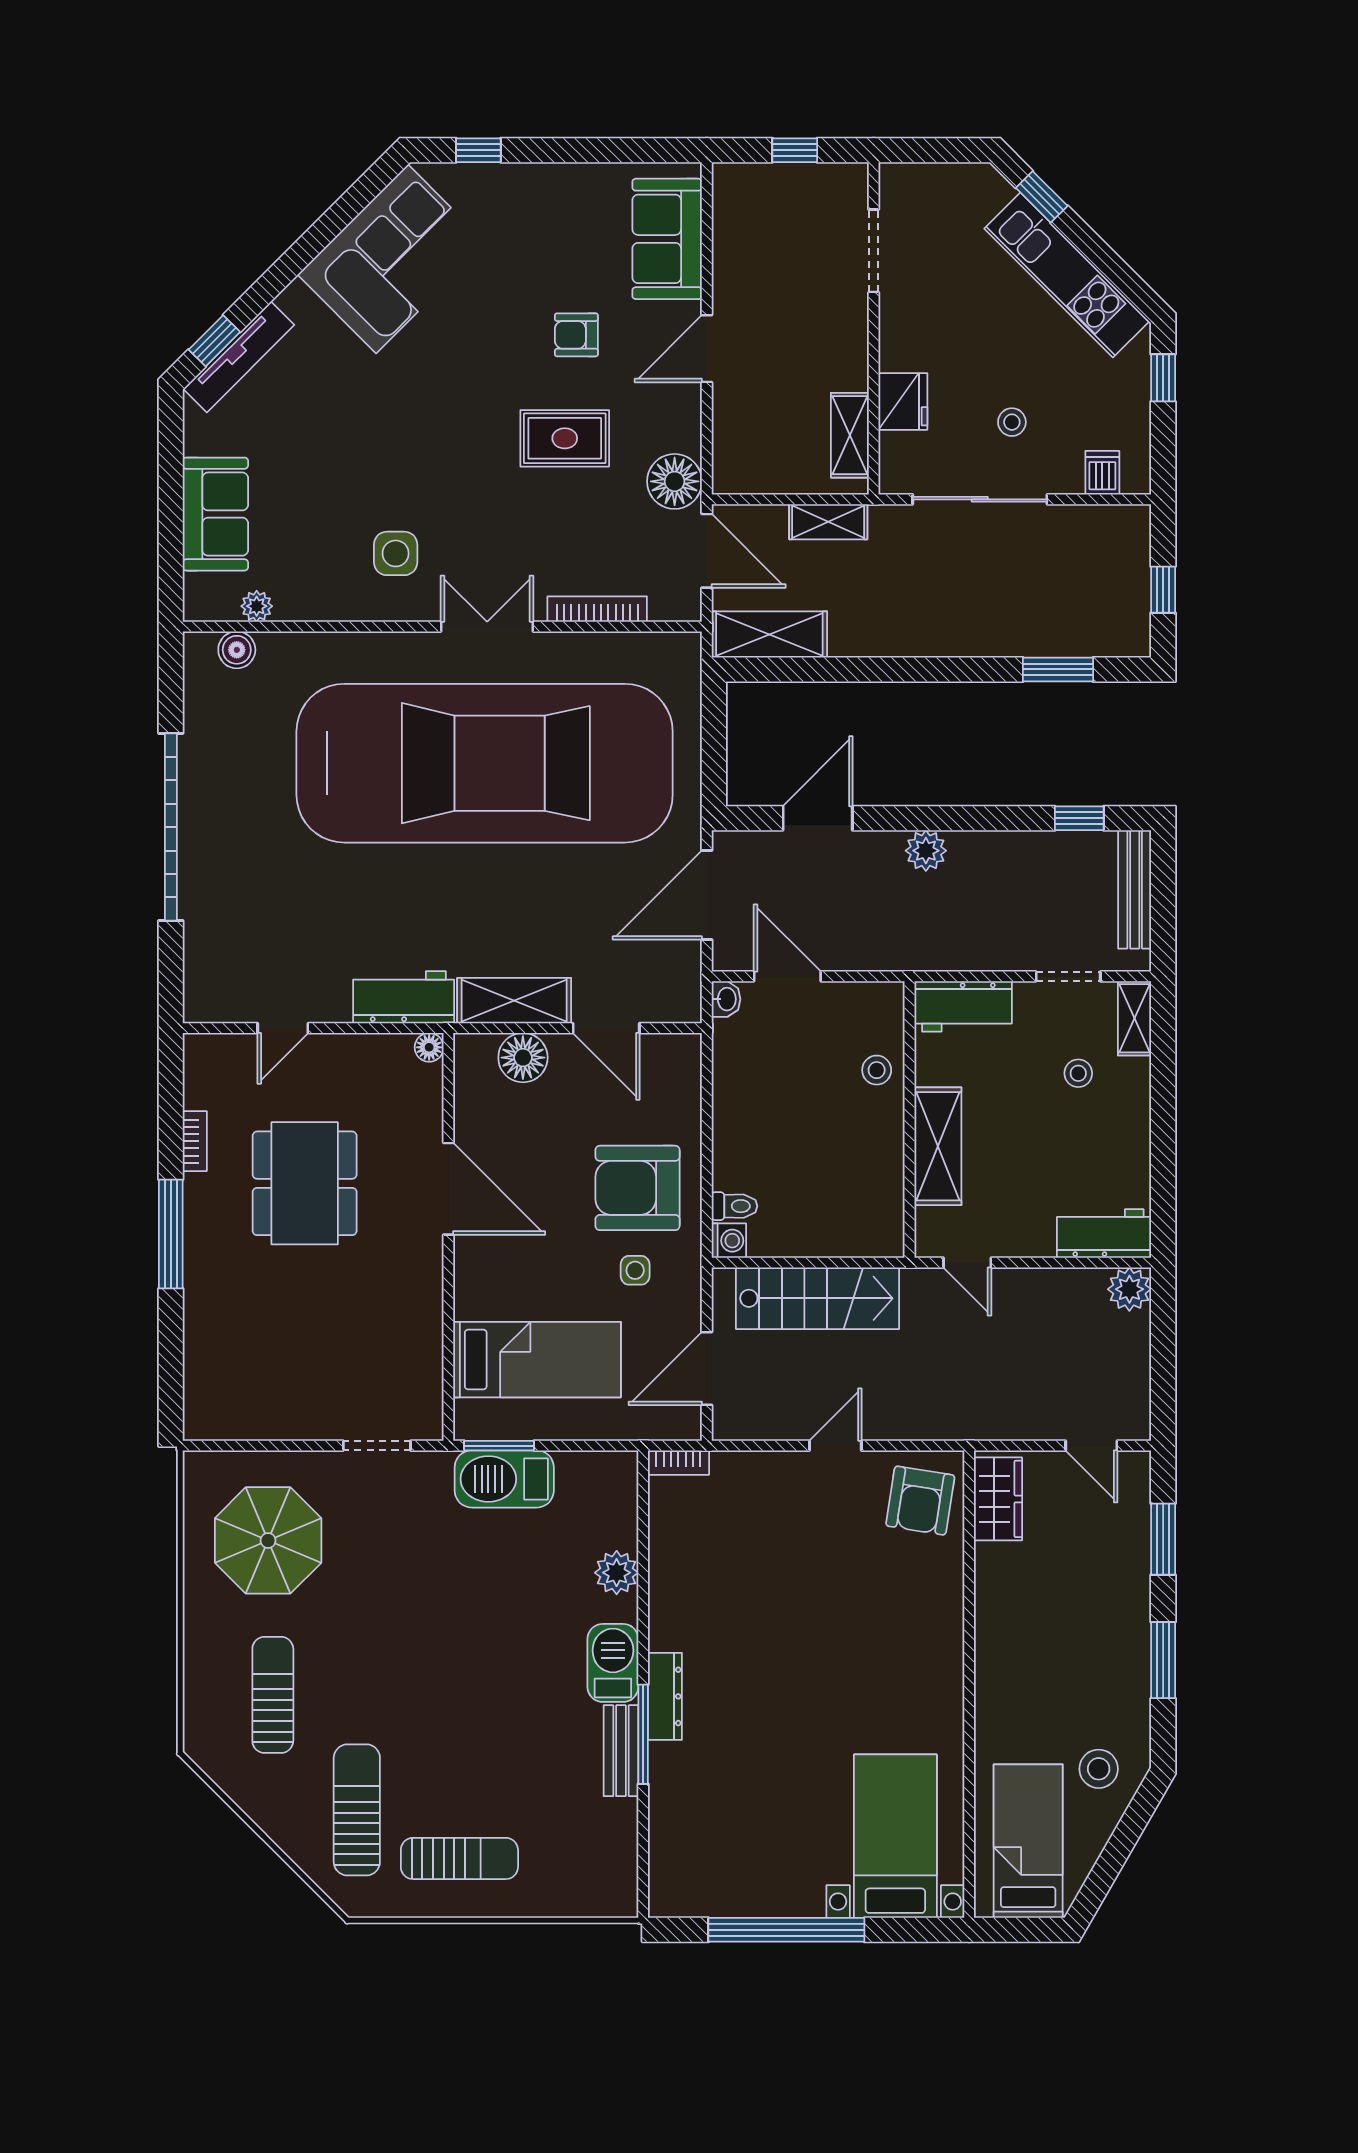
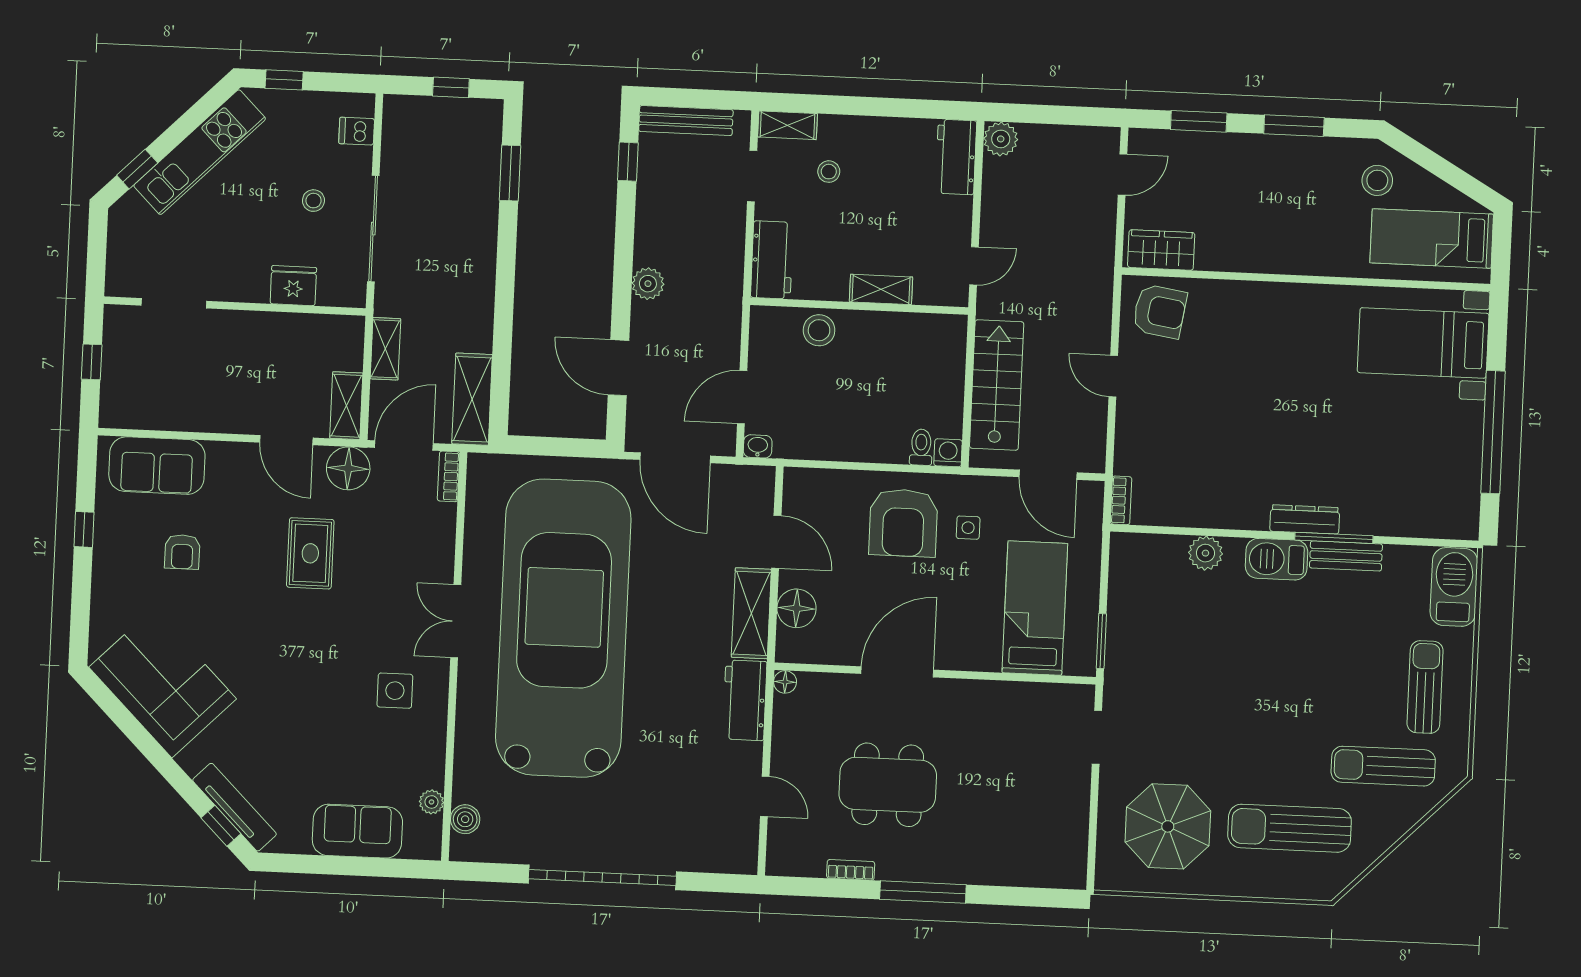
window: (478, 150) -> (84, 529), moved
armchair: (576, 335) -> (182, 552), moved
door: (707, 349) -> (286, 440), moved
shelving: (850, 435) -> (346, 406), moved, turned 90
bookcase: (597, 609) -> (449, 476), moved, width x0.64
door: (606, 1028) -> (776, 542), hinge flipped
stool: (877, 1070) -> (819, 330), width x1.37, depth x1.37
shelving: (938, 1146) -> (881, 289), width x0.67, depth x0.75
barbecue: (504, 1479) -> (1454, 587), moved, turned 180
sun lounger: (273, 1695) -> (1290, 828), width x1.36, depth x1.34

